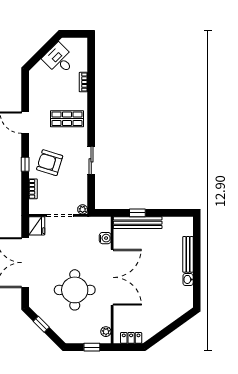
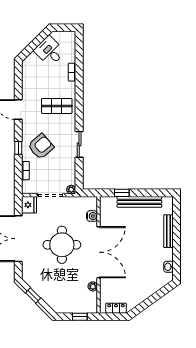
armchair: (50, 163) -> (41, 146), turned 122
bench: (138, 223) -> (139, 202), moved
washbasin: (188, 279) -> (168, 267), moved
round table: (75, 290) -> (62, 245), moved
plant: (106, 332) -> (93, 286), moved

